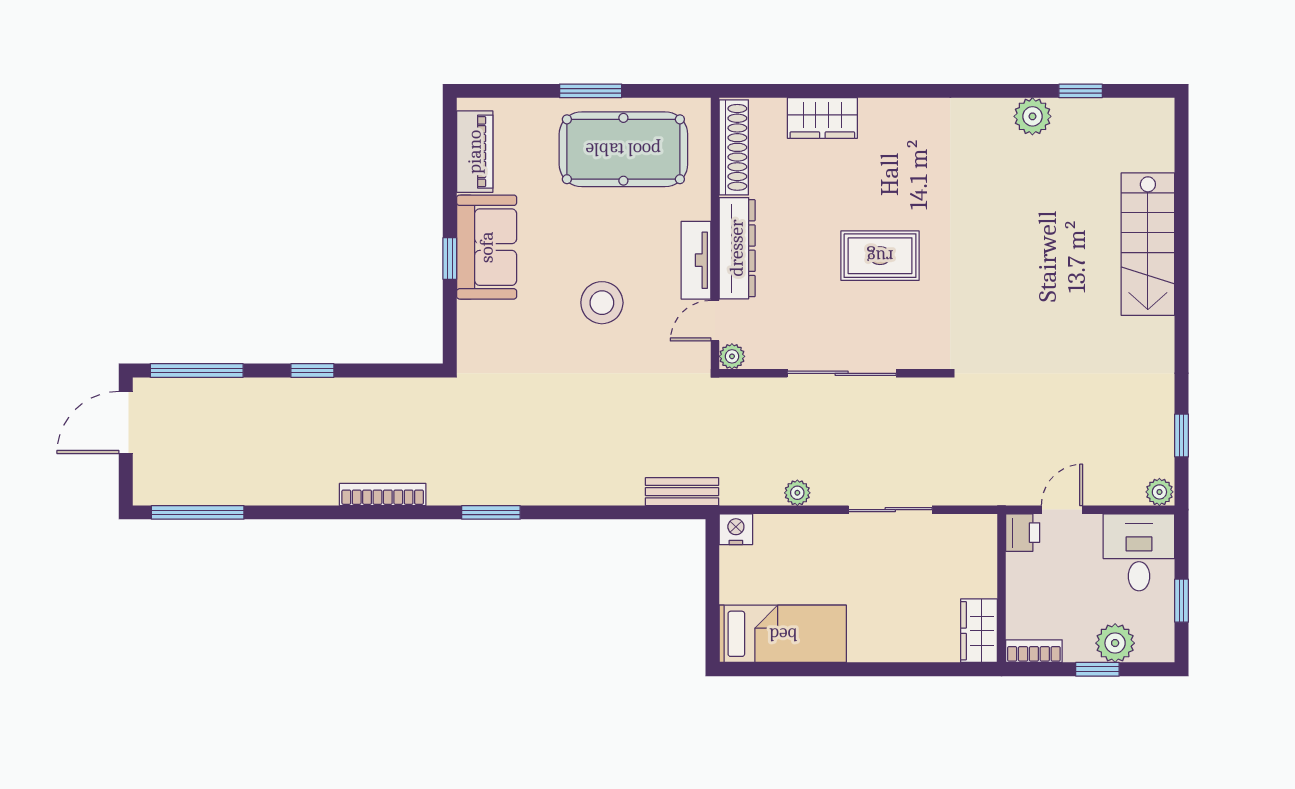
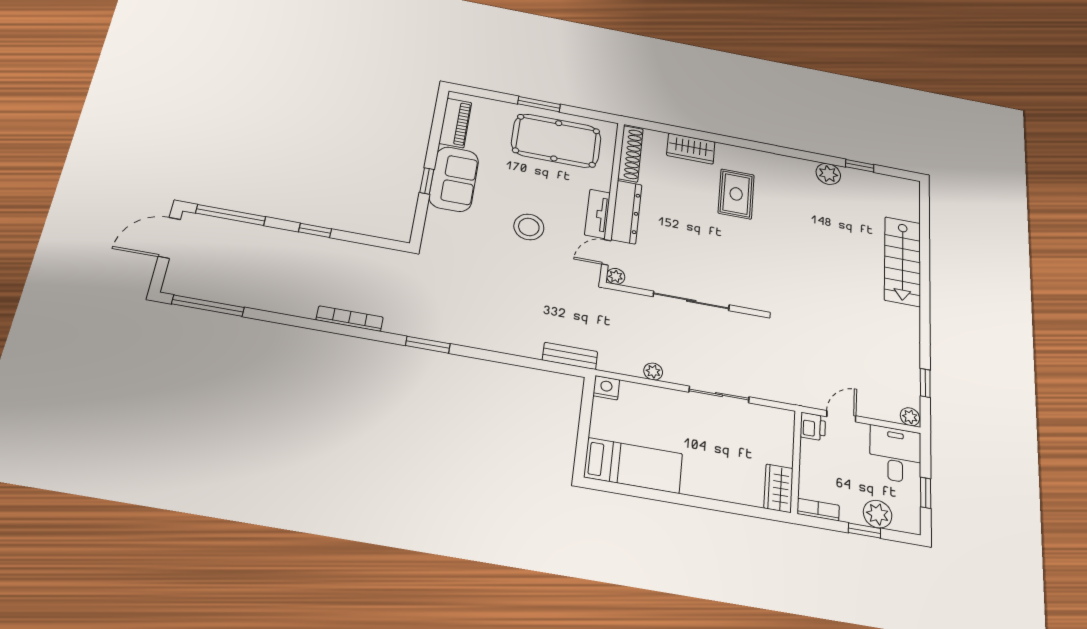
rug: (880, 256) -> (736, 194), moved, turned 90

